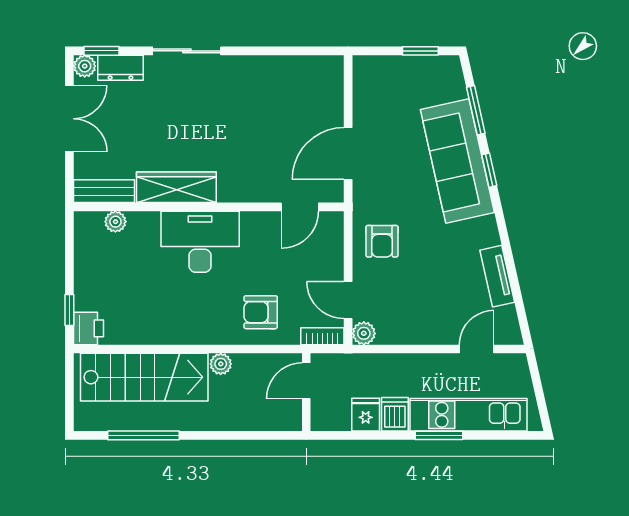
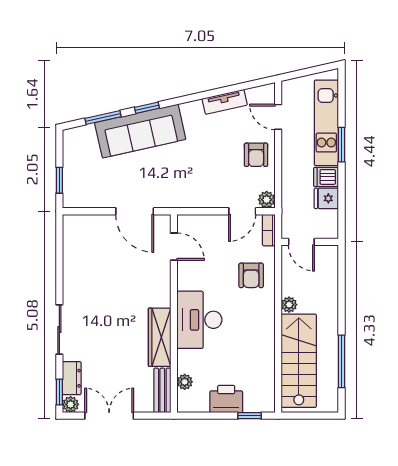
window: (420, 51) -> (59, 180), moved
armchair: (382, 241) -> (256, 155), moved, turned 90
printer: (89, 328) -> (226, 399), moved, width x1.36, depth x1.24

